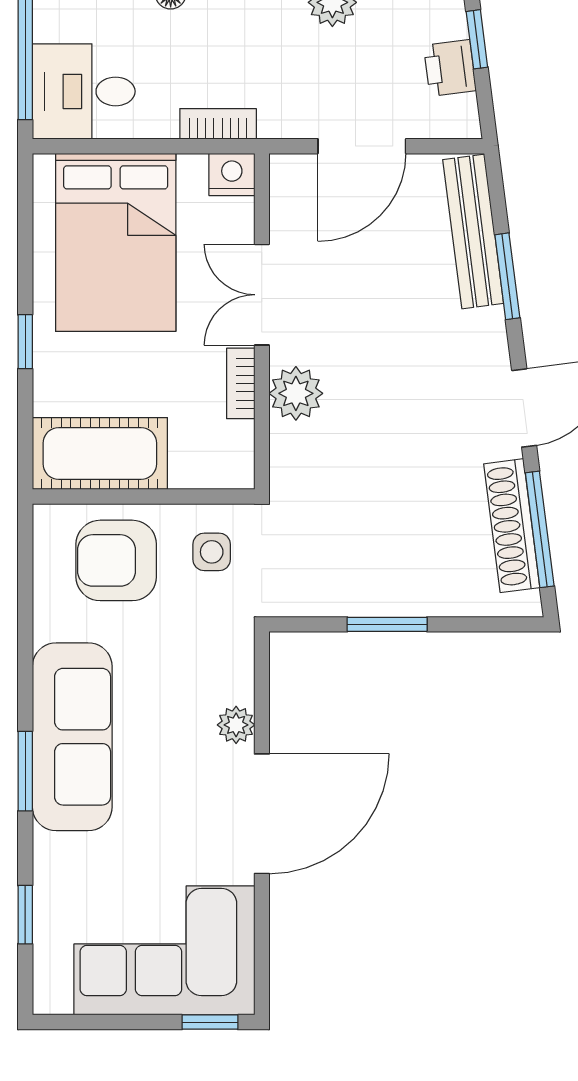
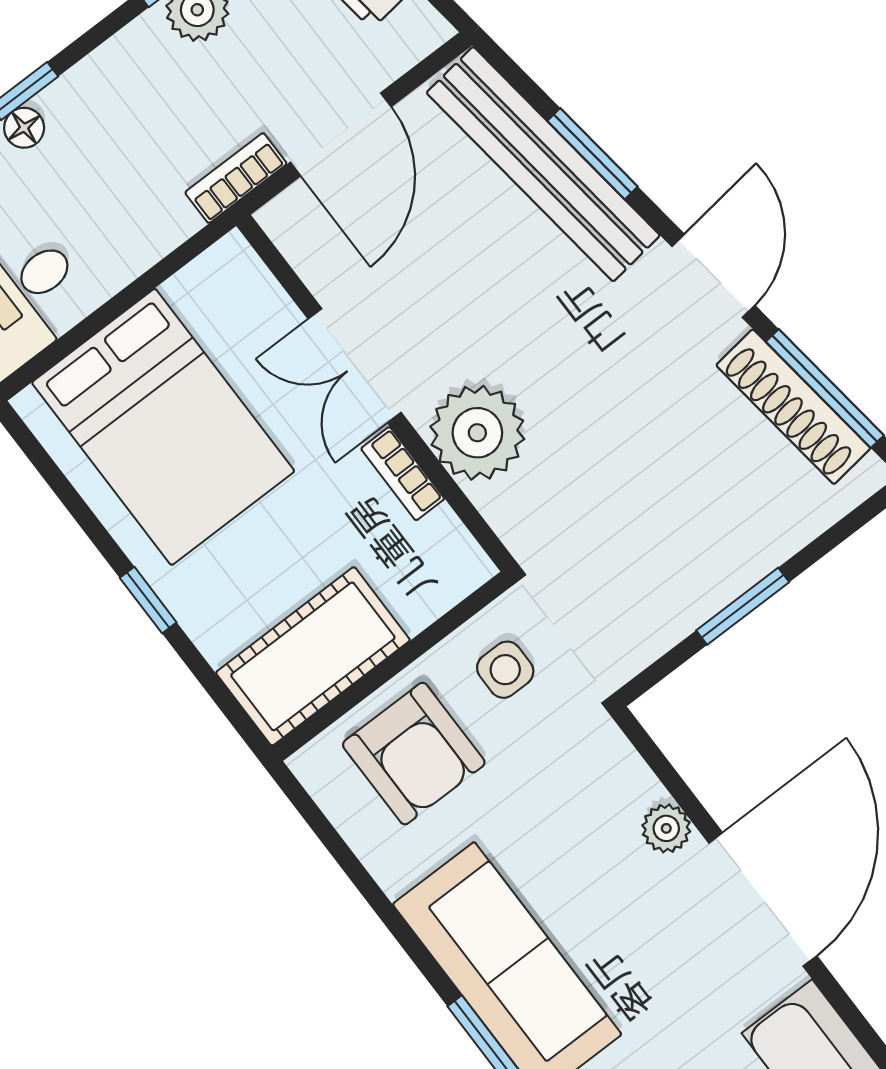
bookcase: (218, 124) -> (236, 178), moved
nightstand: (232, 174) -> (229, 266), removed
bench: (473, 231) -> (543, 164), width x1.37, depth x1.21
plant: (296, 393) -> (477, 433), width x1.36, depth x1.36
armchair: (116, 560) -> (414, 754), turned -90

